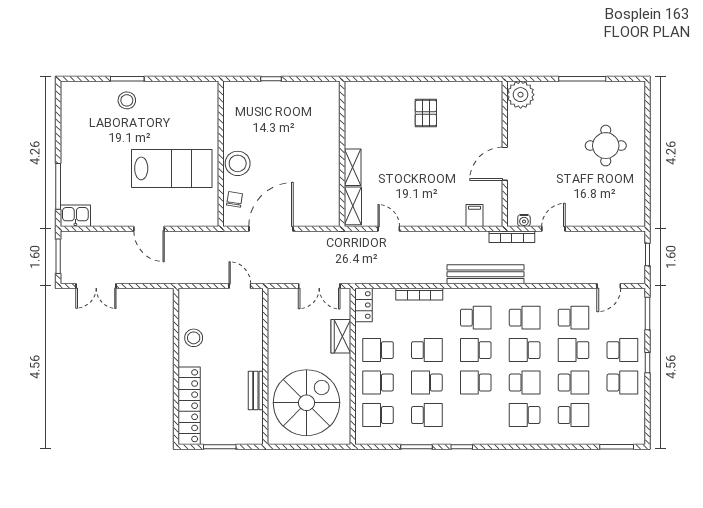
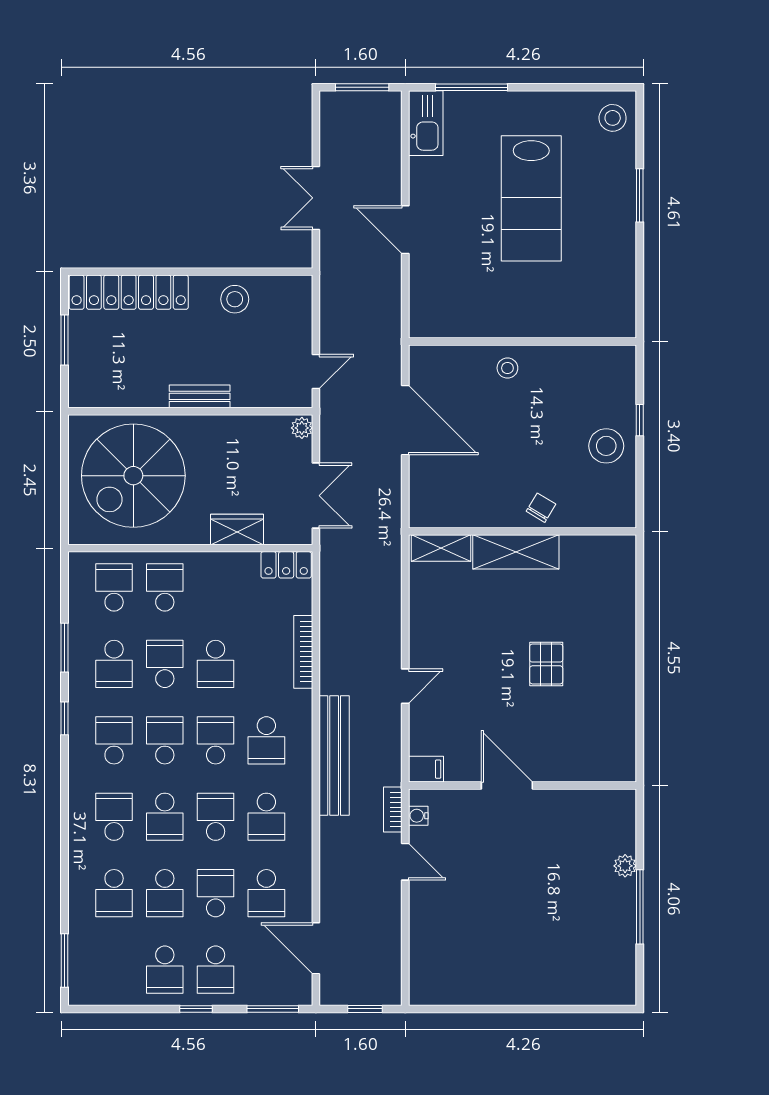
plant: (521, 95) -> (625, 866), moved, width x0.53, depth x0.53
stool: (127, 100) -> (613, 118), moved
stool: (287, 100) -> (606, 446), added
pallet: (426, 113) -> (546, 664), moved, turned 90
round table: (606, 146) -> (535, 944), removed
stool: (238, 163) -> (507, 368), width x0.53, depth x0.53
shelving: (353, 167) -> (516, 552), width x1.50, depth x1.33
lab bench: (172, 168) -> (531, 198), moved
chair: (235, 199) -> (541, 508), moved, turned -68
kitchen sink: (75, 216) -> (426, 123), width x1.38
filing cabinet: (474, 216) -> (426, 769), moved
door: (149, 229) -> (405, 230), hinge flipped
door: (389, 229) -> (405, 686), moved
bookcase: (512, 237) -> (393, 809), width x0.64
double door: (96, 286) -> (316, 198), moved
double door: (319, 286) -> (316, 496), swing flipped
door: (609, 286) -> (316, 948), width x1.38
plant: (276, 295) -> (302, 428), added
school desk: (378, 350) -> (114, 740), moved
bench: (256, 390) -> (200, 396), moved
spiral stairs: (306, 403) -> (133, 476), turned 90

